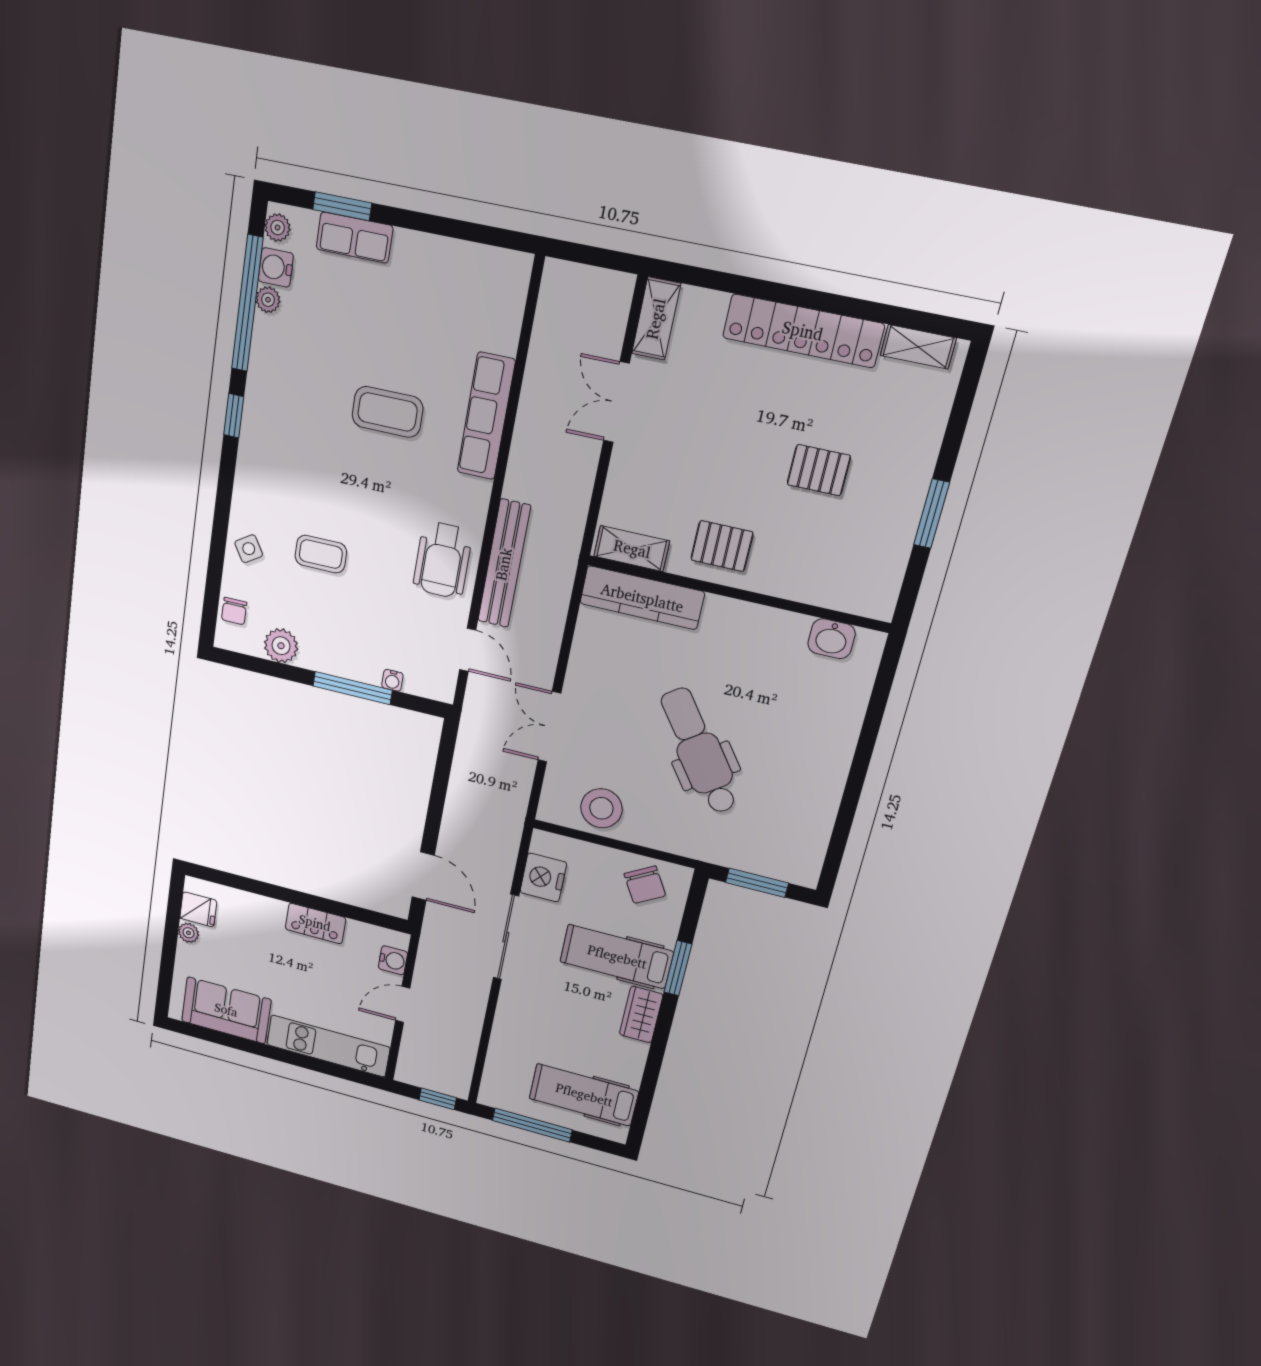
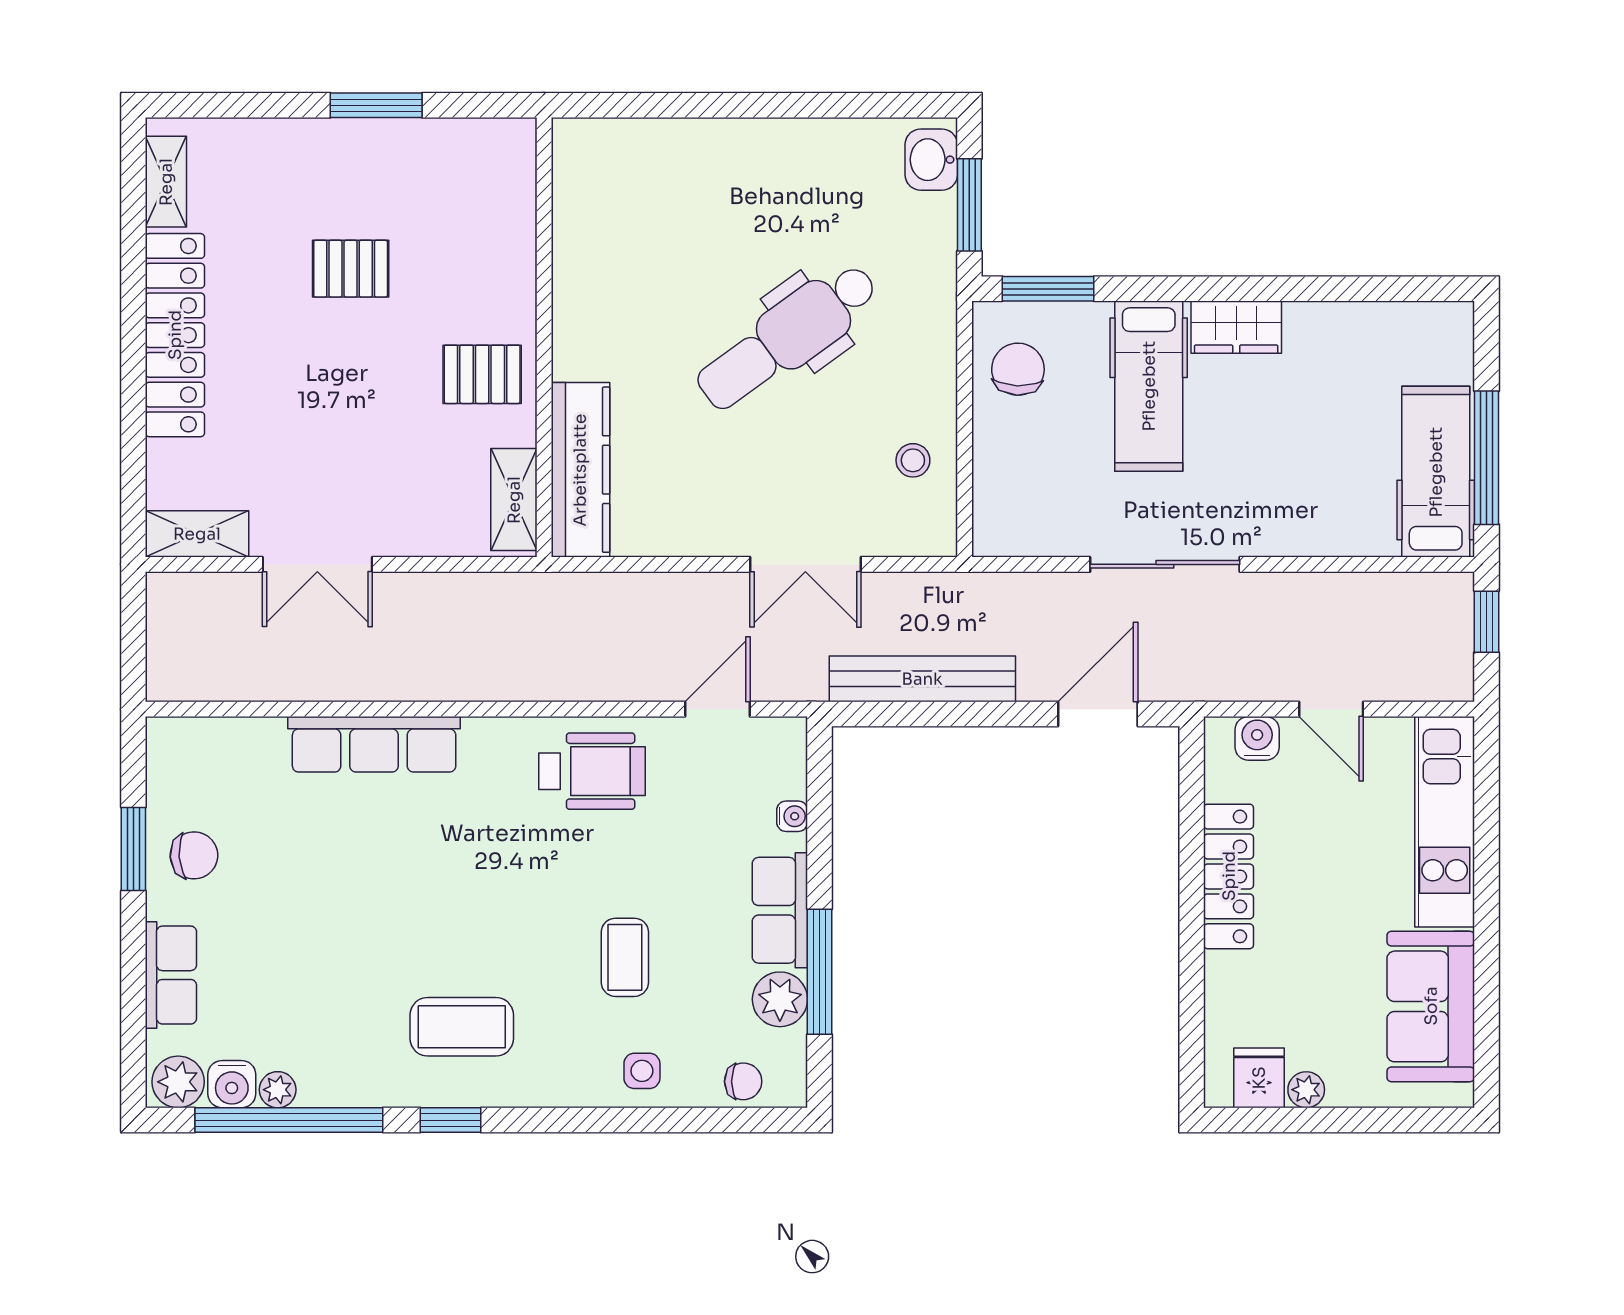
window: (342, 206) -> (133, 849), moved
plant: (278, 228) -> (178, 1082), width x1.38, depth x1.38
chair: (433, 271) -> (194, 855), added
coffee table: (387, 412) -> (462, 1027), moved, turned 90
pallet: (819, 470) -> (351, 269), turned 90
pallet: (722, 546) -> (482, 374), turned 90
side table: (249, 549) -> (642, 1071), turned 32
bench: (504, 564) -> (922, 679), moved
washbasin: (831, 639) -> (931, 160), moved, turned 180
row of seats: (335, 659) -> (780, 910), added
window: (353, 688) -> (820, 972), moved
stool: (601, 808) -> (913, 460), width x0.53, depth x0.53
nightstand: (543, 877) -> (1048, 526), removed
chair: (645, 885) -> (1018, 369), turned -58
locker: (315, 923) -> (1229, 876), width x1.53
window: (678, 968) -> (1048, 289), moved
hospital bed: (584, 1095) -> (1436, 472), moved, turned 180

